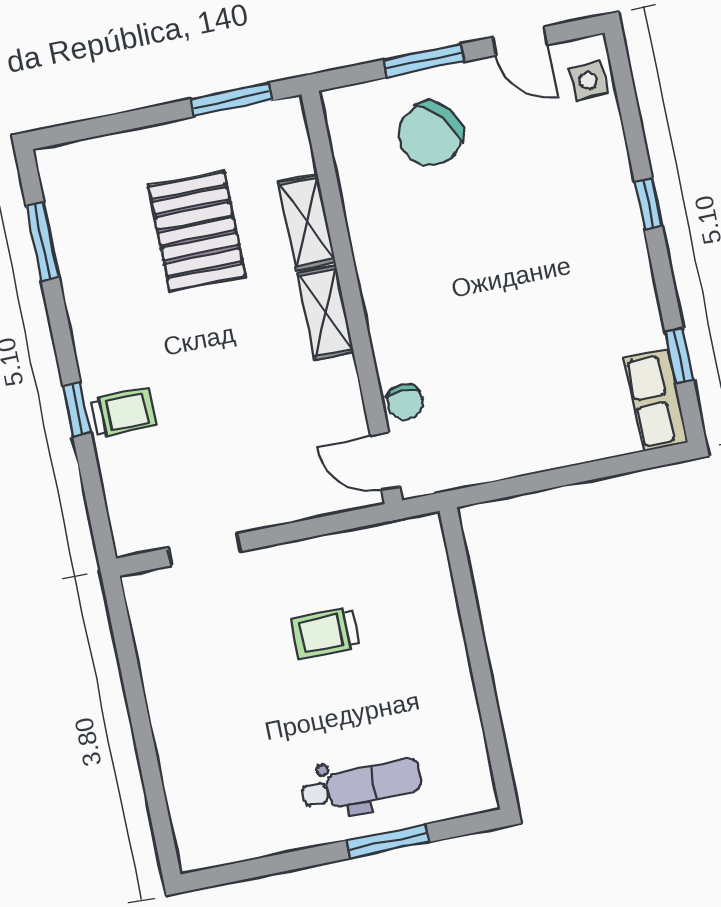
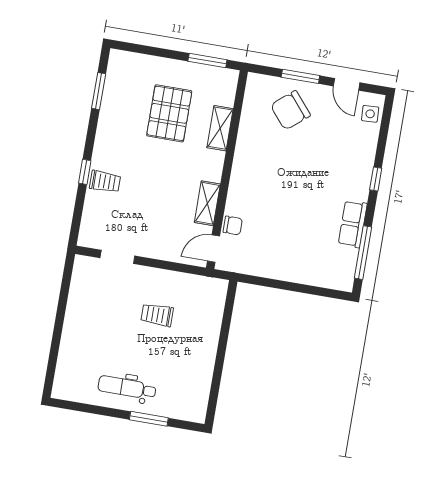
shelving: (326, 313) -> (207, 203), moved
window: (679, 356) -> (363, 253), width x2.17
row of seats: (656, 400) -> (353, 224), moved
chair: (405, 402) -> (233, 225), turned -90
door: (385, 461) -> (213, 249), hinge flipped
dental chair: (361, 785) -> (127, 388), moved, turned 180

